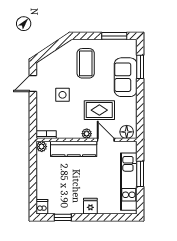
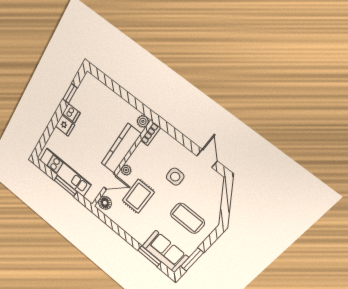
sofa: (126, 77) -> (165, 252), moved
dishwasher: (42, 207) -> (71, 113), moved

